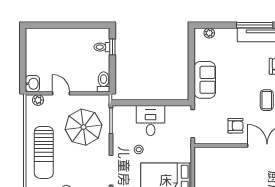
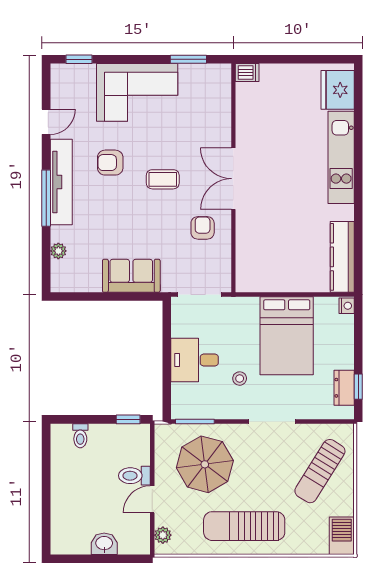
plant: (209, 33) -> (58, 251), moved
window: (112, 47) -> (128, 419), moved
toilet: (104, 82) -> (134, 476), moved
washbasin: (32, 84) -> (104, 544), moved
sun lounger: (44, 152) -> (244, 526), turned 180

